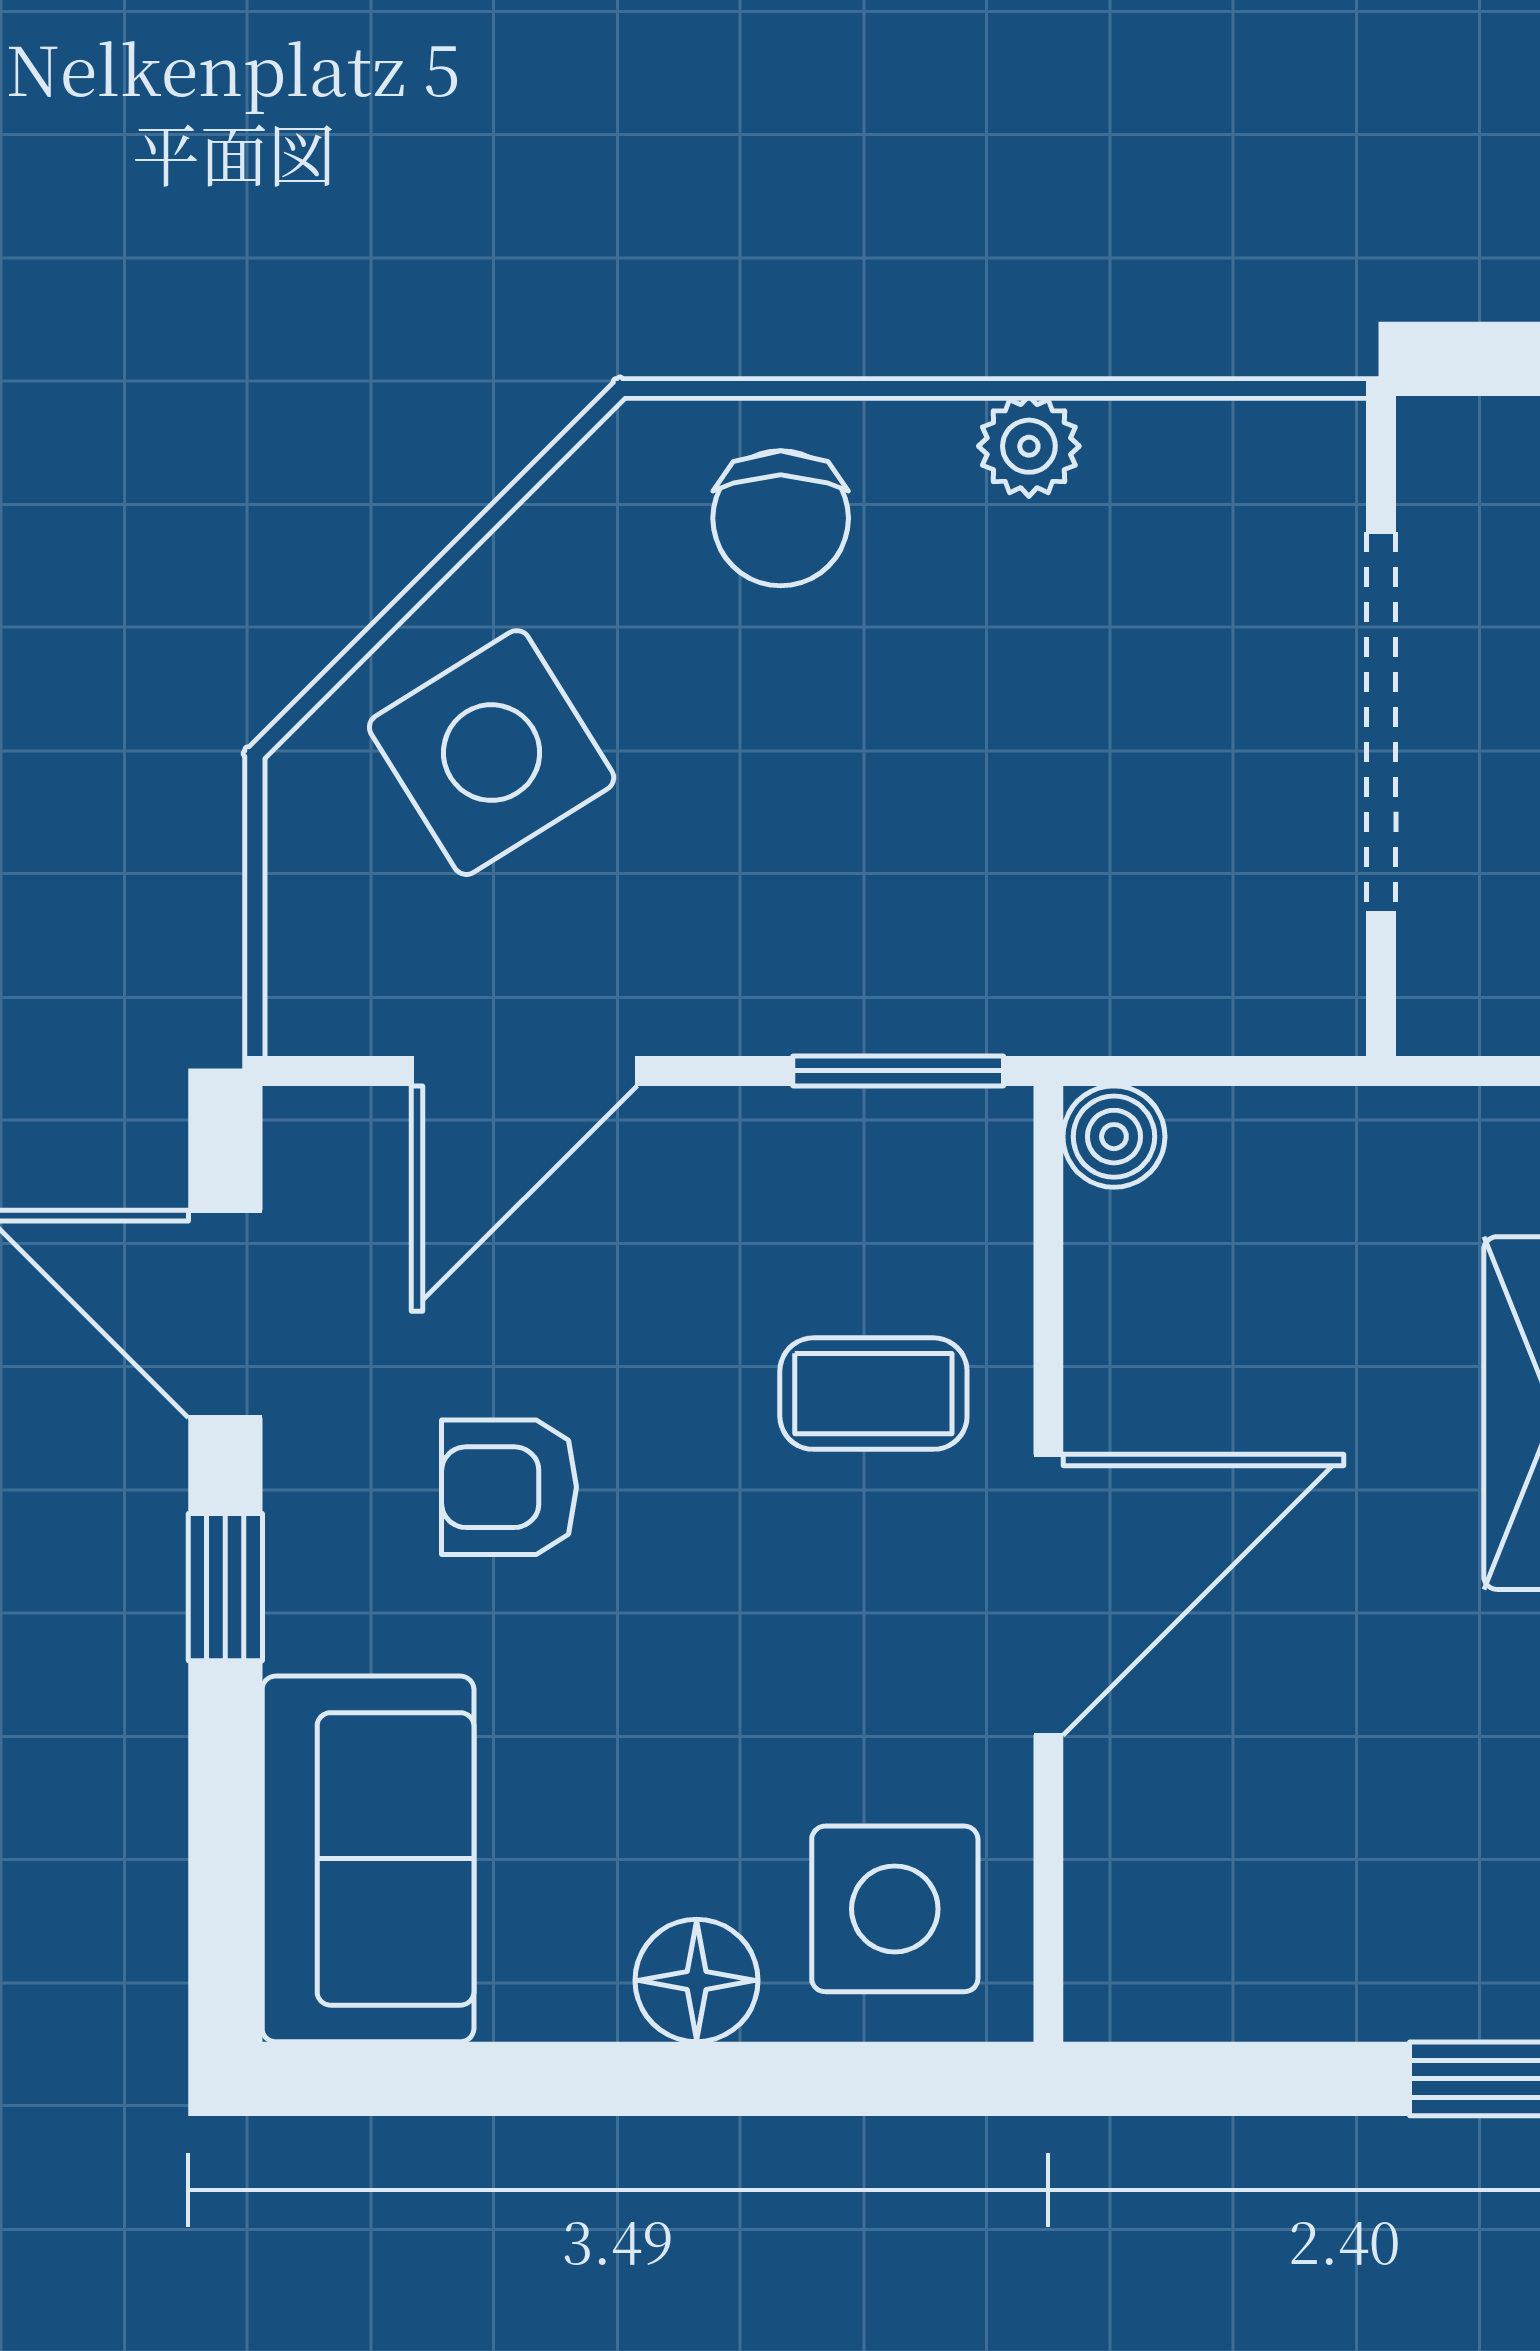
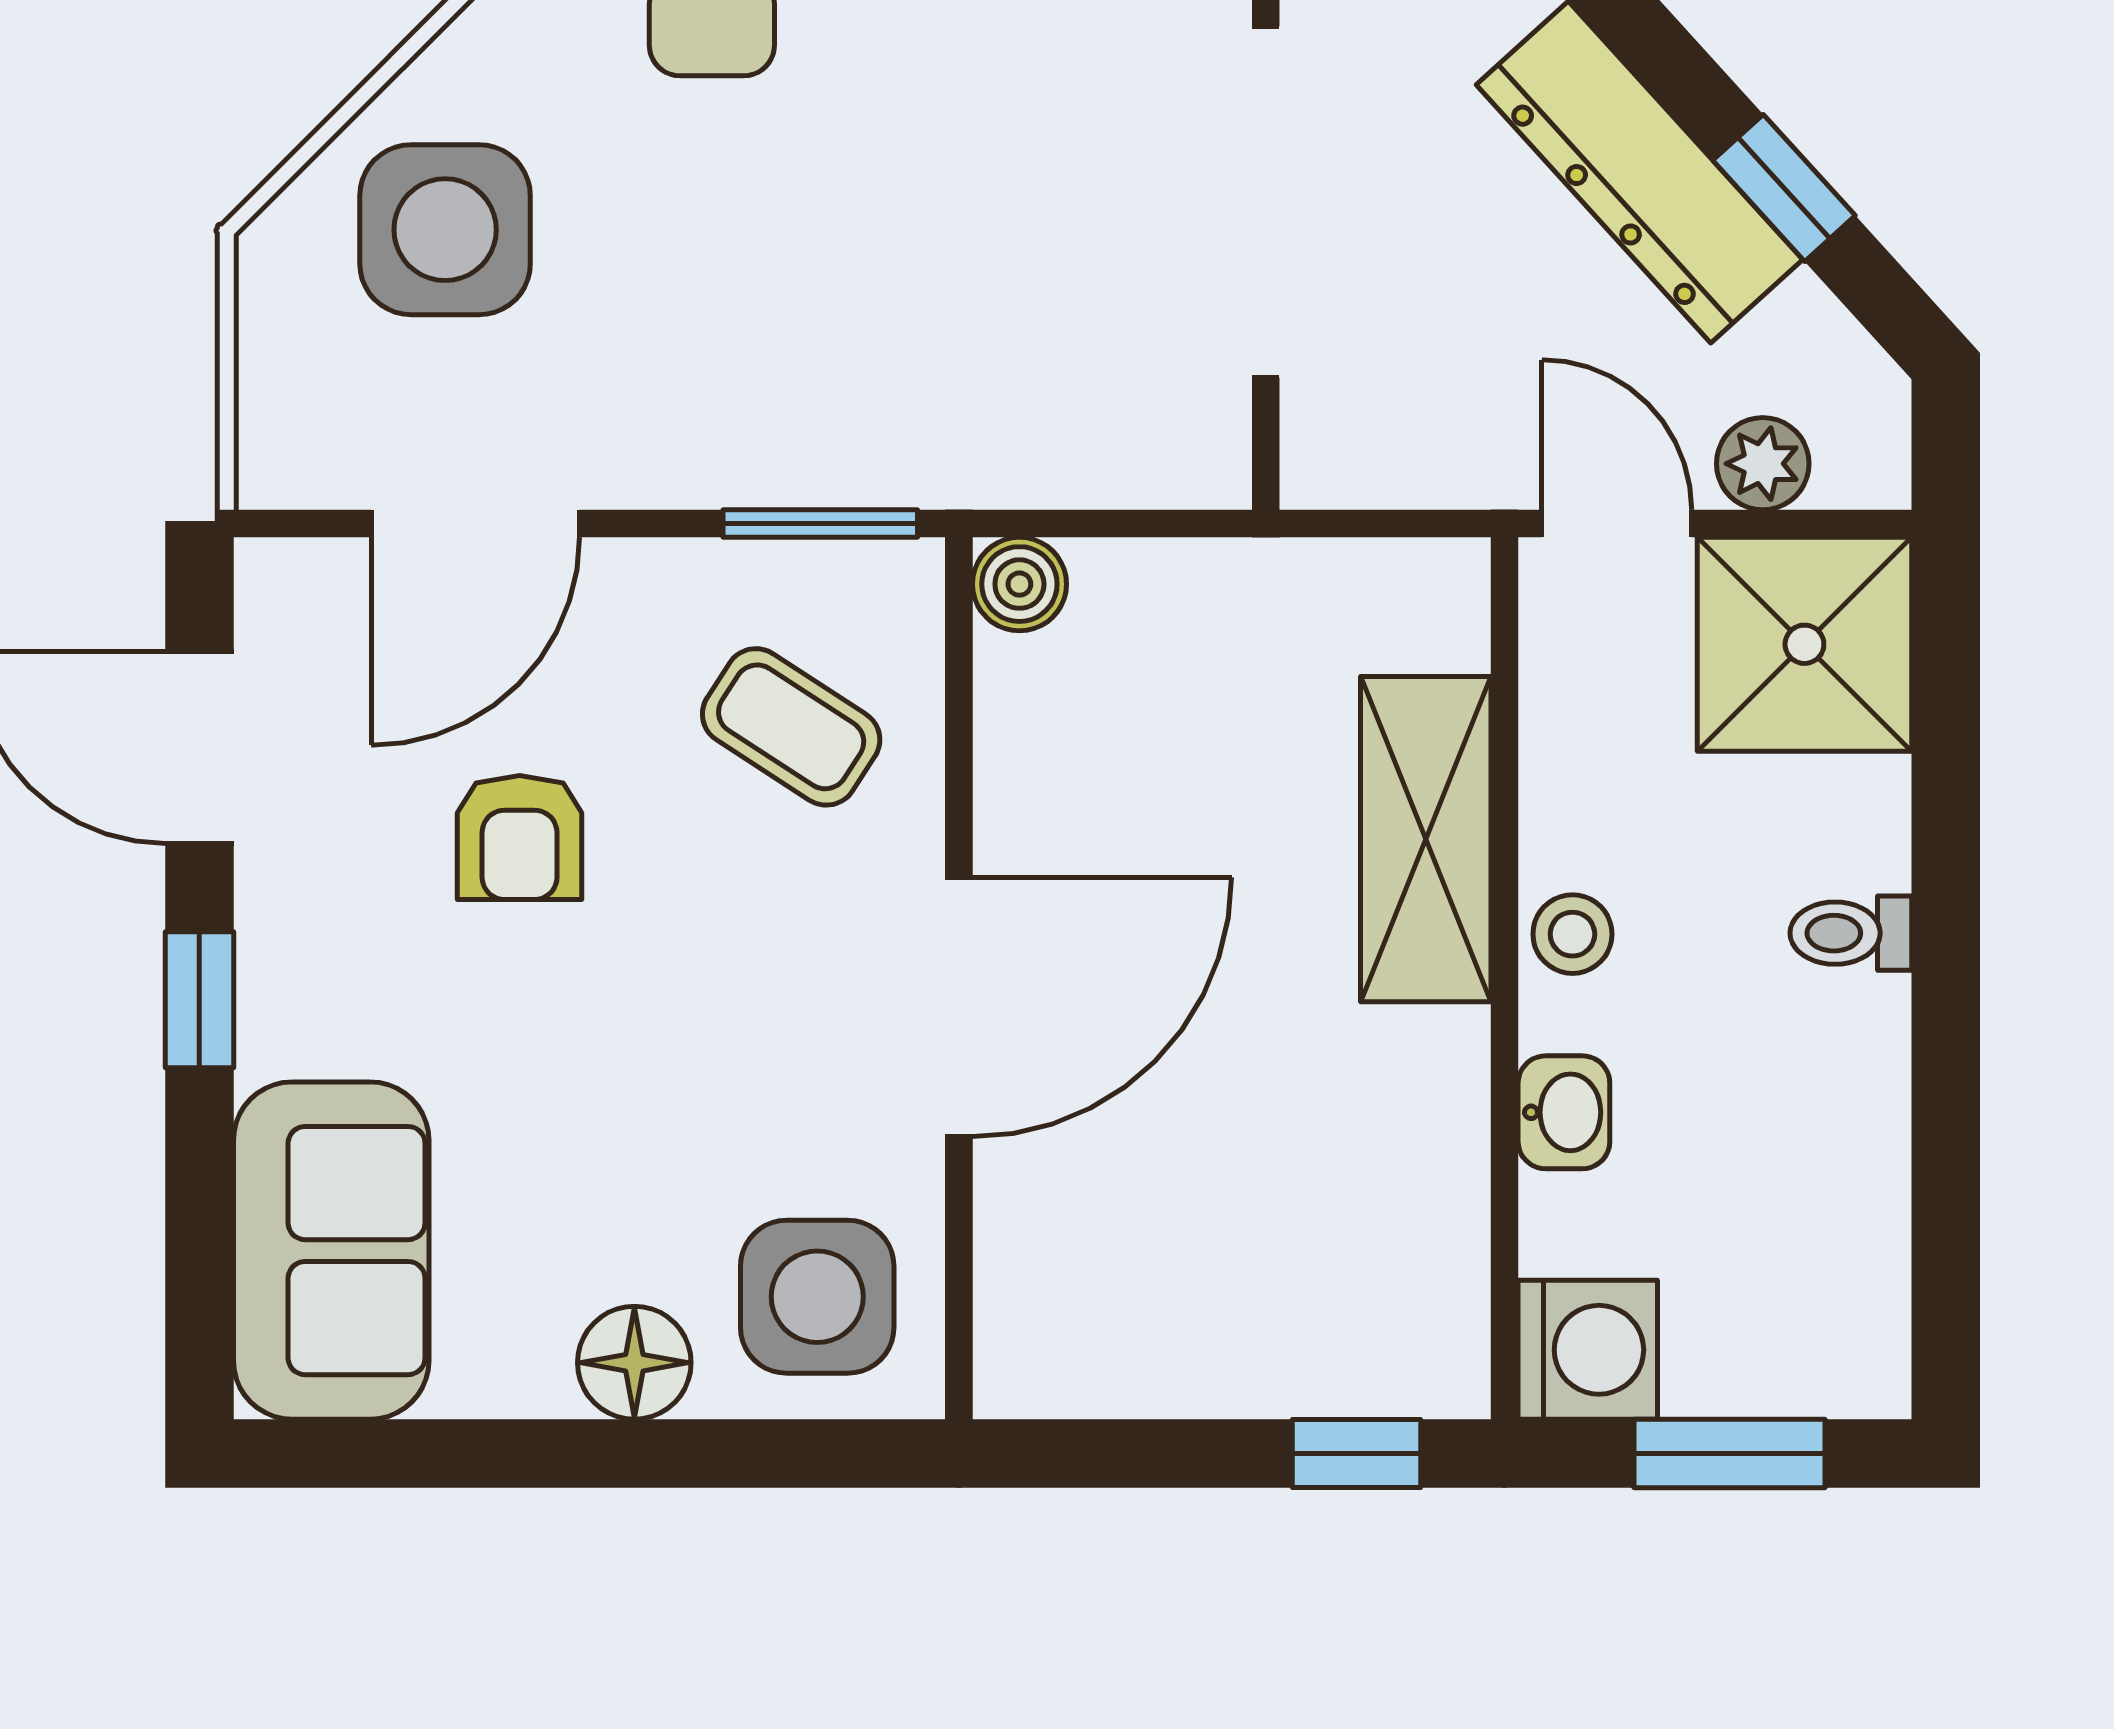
side table: (492, 753) -> (445, 230), turned 32
coffee table: (873, 1394) -> (791, 727), moved, turned 33
armchair: (509, 1487) -> (520, 837), moved, turned -90

